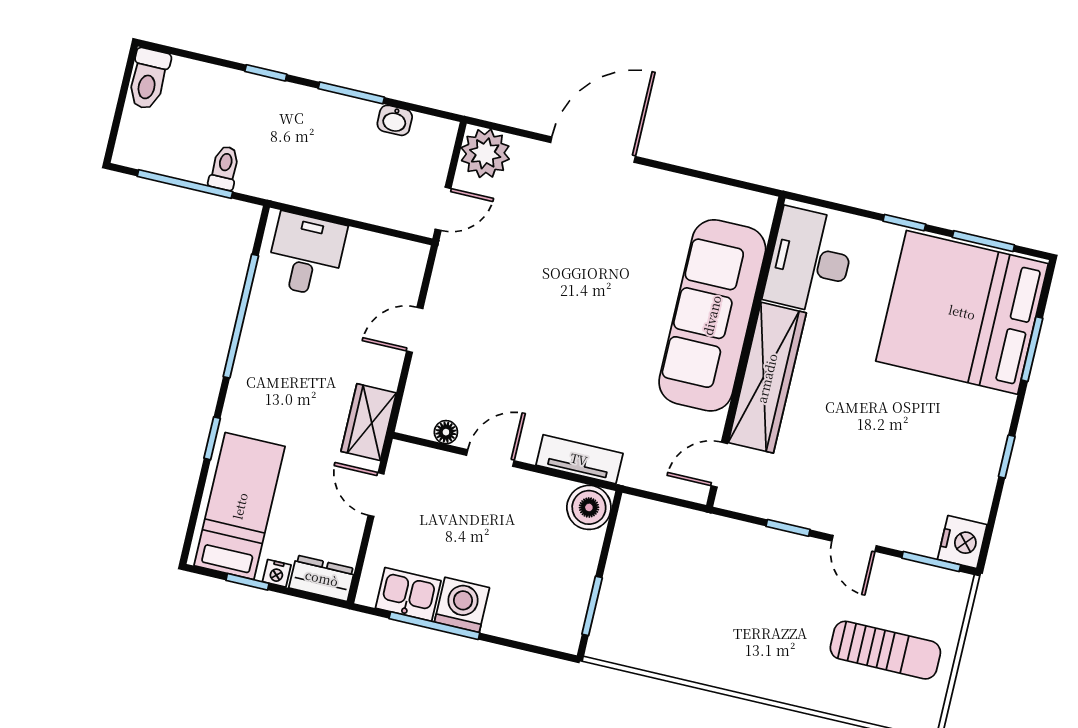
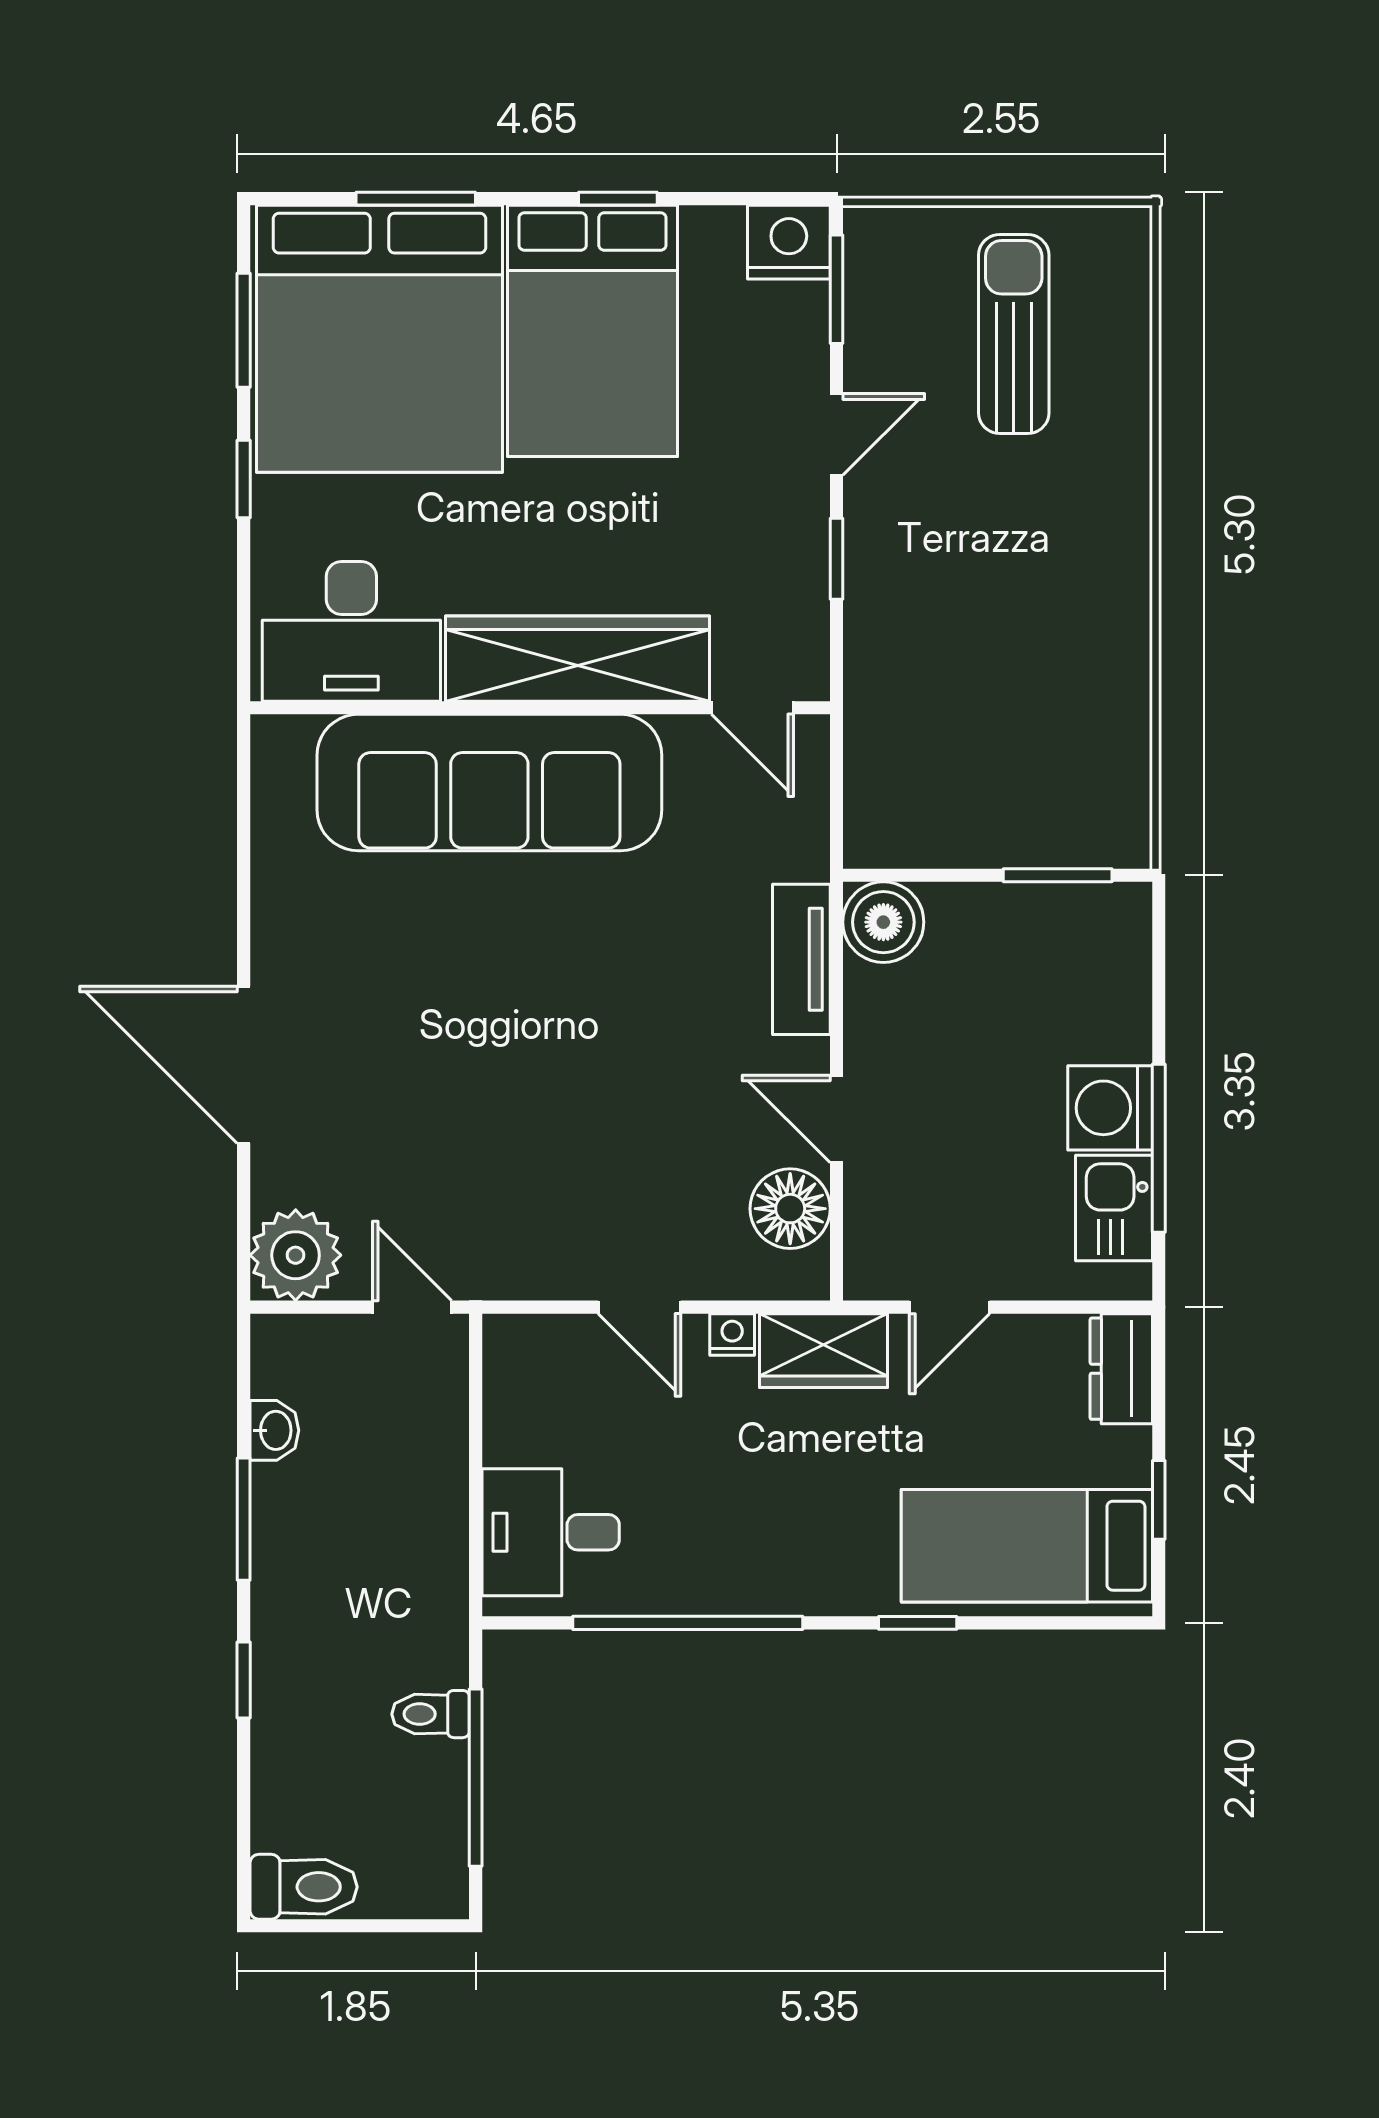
bed: (940, 427) -> (593, 331), added
floor lamp: (446, 432) -> (790, 1209), width x1.89, depth x1.89
nightstand: (277, 573) -> (732, 1334), moved, turned -90

